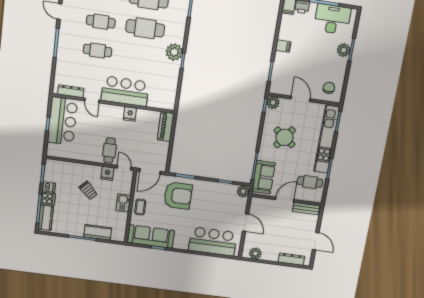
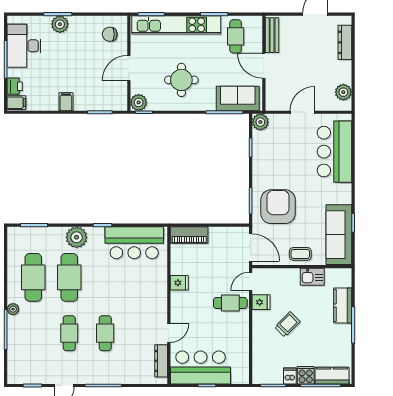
plant: (174, 52) -> (77, 237), moved
bar counter: (125, 91) -> (134, 243), moved, turned -90
round table: (285, 137) -> (181, 80), turned -37
kitchen sink: (123, 203) -> (312, 277), moved

